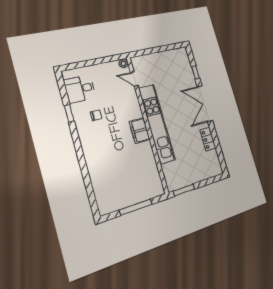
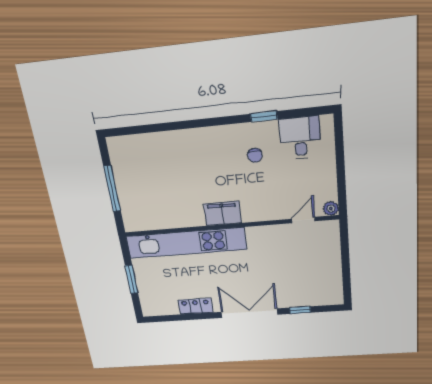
kitchen unit: (157, 124) -> (186, 243), moved
window: (184, 190) -> (132, 279), moved

